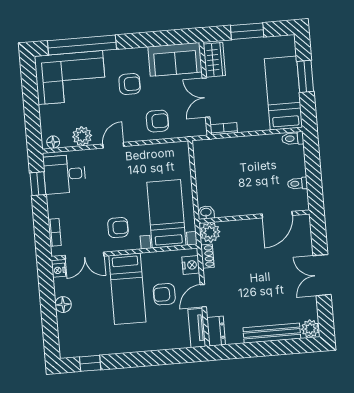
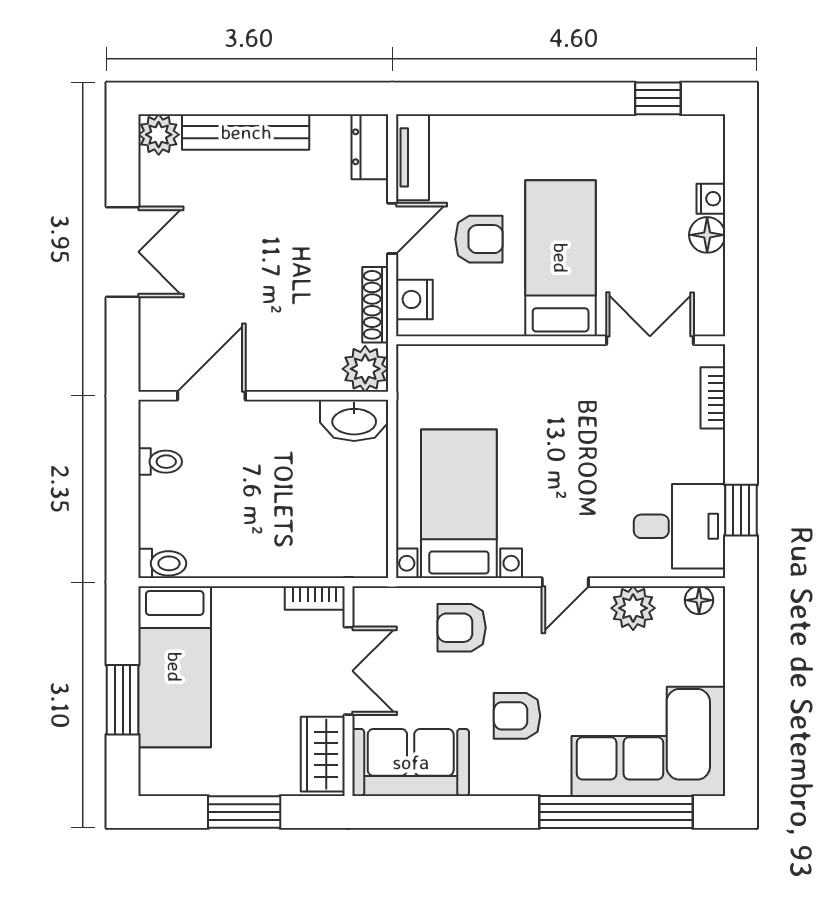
washbasin: (206, 212) -> (354, 420), width x1.91, depth x1.45
bed with nightstands: (166, 214) -> (459, 504), moved, turned 180
armchair: (118, 228) -> (570, 397), removed
shoe rack: (207, 256) -> (375, 305), width x1.43
nightstand: (59, 270) -> (711, 199), moved

